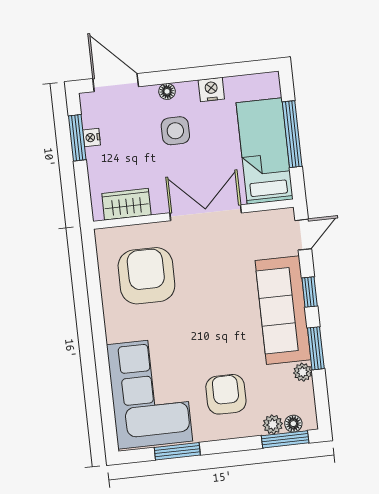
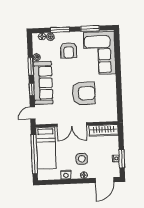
door: (116, 83) -> (105, 180), hinge flipped
window: (292, 134) -> (34, 154), width x1.46
wardrobe: (126, 204) -> (104, 130), width x1.50
armchair: (146, 276) -> (84, 93), moved, turned -90
window: (285, 439) -> (60, 30), moved

